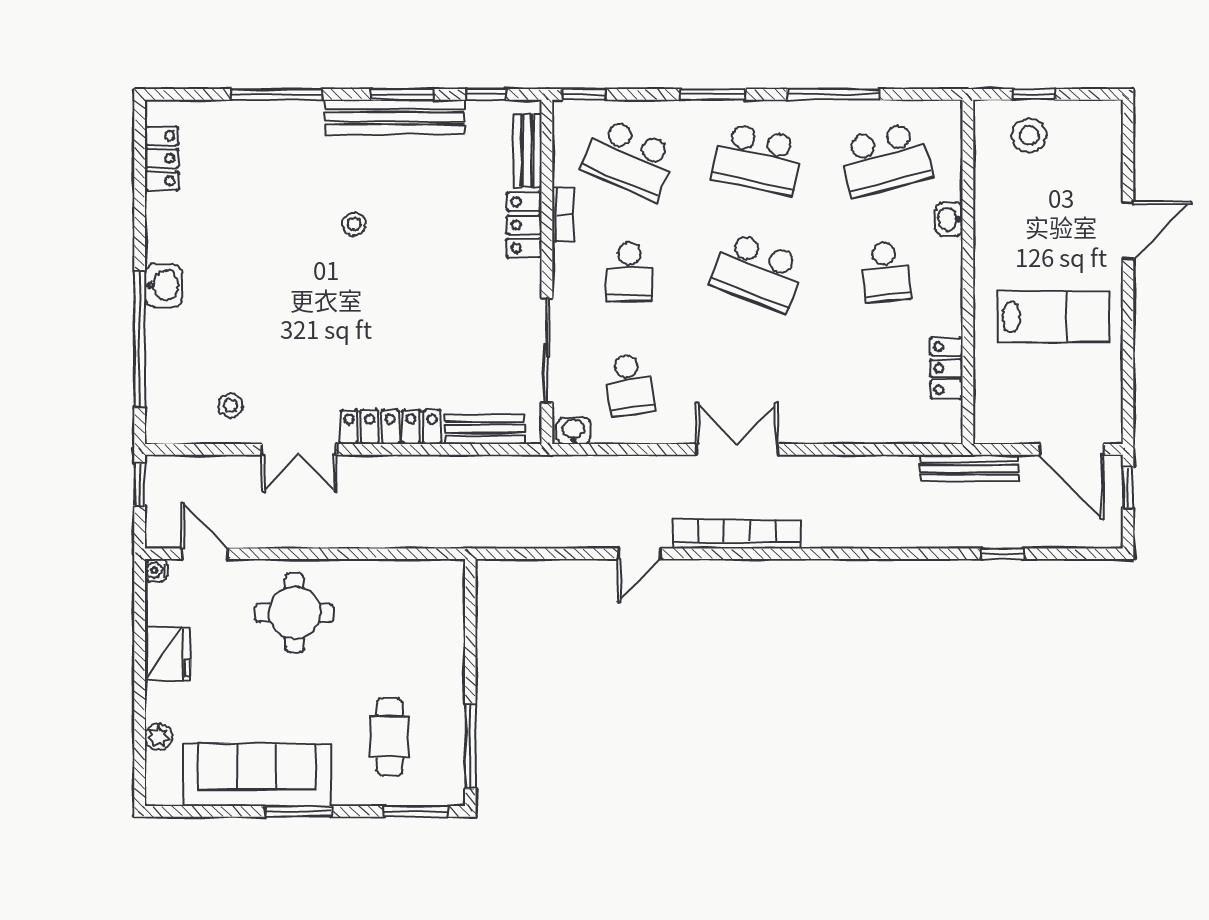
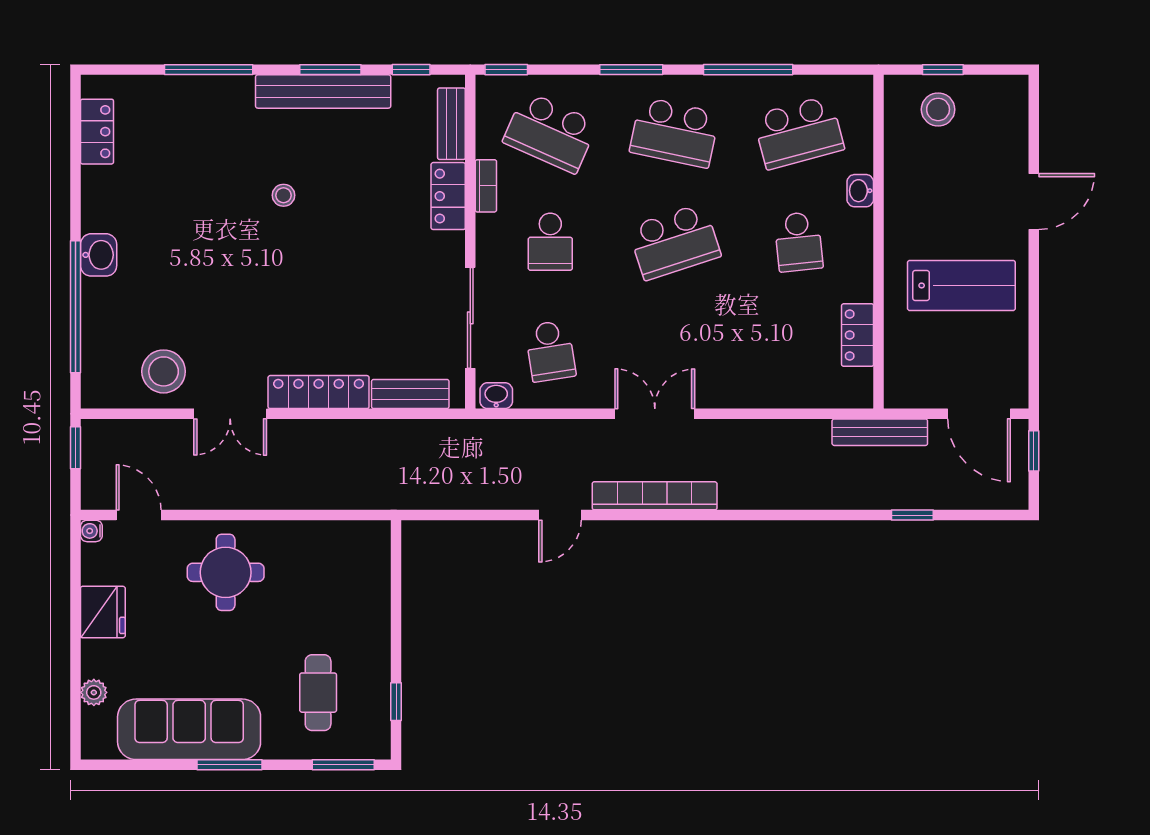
school desk: (757, 272) -> (674, 242), turned -39
stool: (230, 406) -> (164, 371), width x1.89, depth x1.89
window: (470, 746) -> (396, 702), width x0.46

